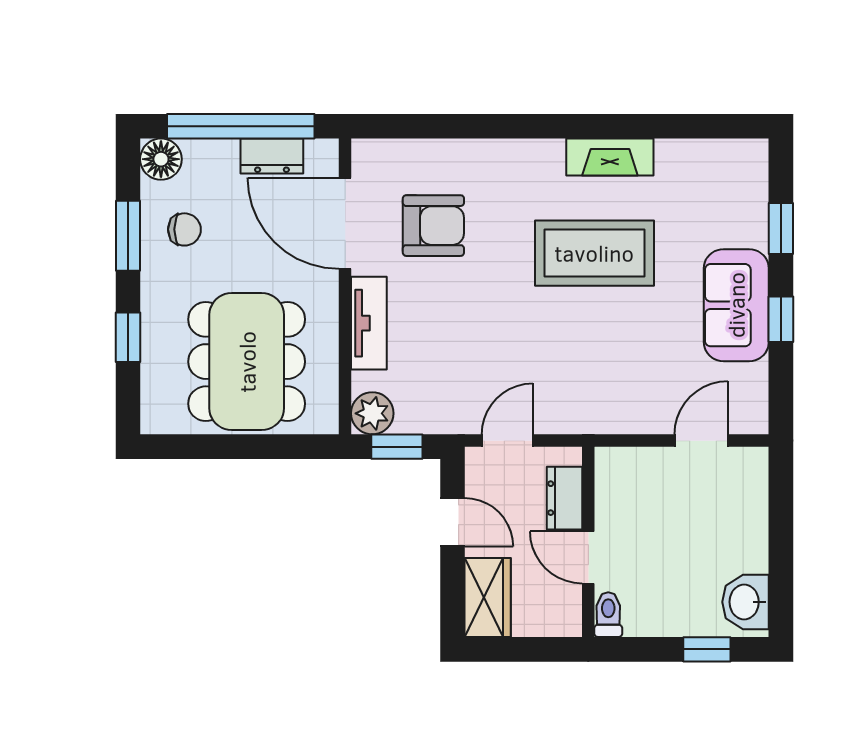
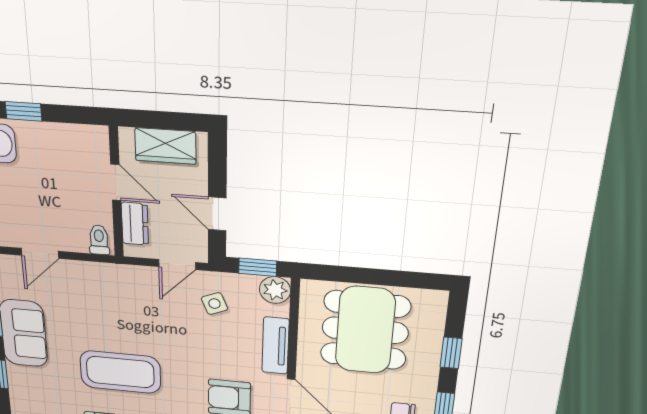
side table: (456, 383) -> (214, 304), added
wardrobe: (488, 598) -> (165, 146), moved, turned -90
toilet: (608, 615) -> (99, 240), moved, turned 180

